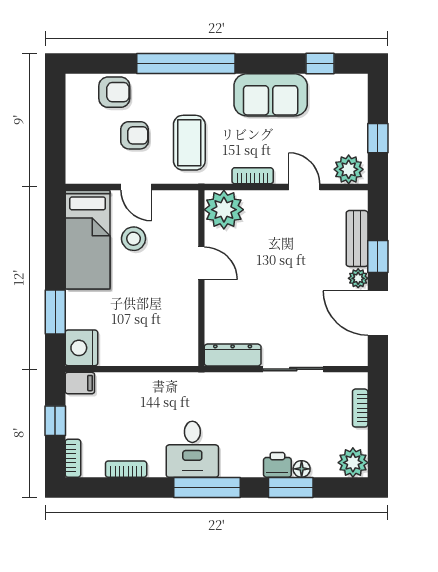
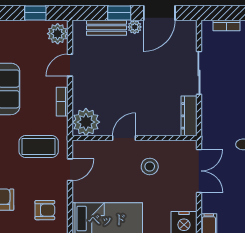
armchair: (135, 135) -> (45, 210), moved, turned 90
door: (136, 187) -> (70, 170), moved
stool: (134, 239) -> (150, 167), moved
double door: (155, 369) -> (199, 171), added

